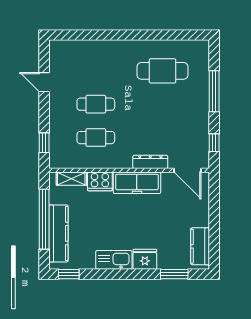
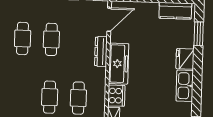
cafe table: (163, 71) -> (23, 38), width x0.73, depth x0.74
cafe table: (163, 104) -> (51, 39), added

